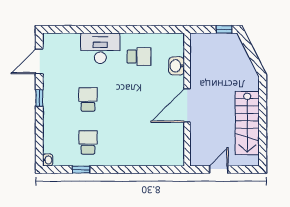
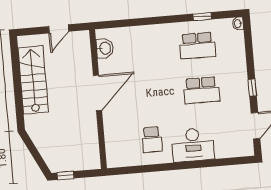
school desk: (139, 57) -> (152, 140), turned -90
washbasin: (176, 66) -> (105, 48), moved
school desk: (88, 99) -> (201, 90), width x1.85
school desk: (88, 142) -> (197, 46), width x1.85

